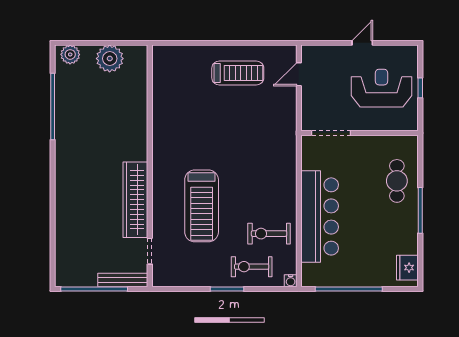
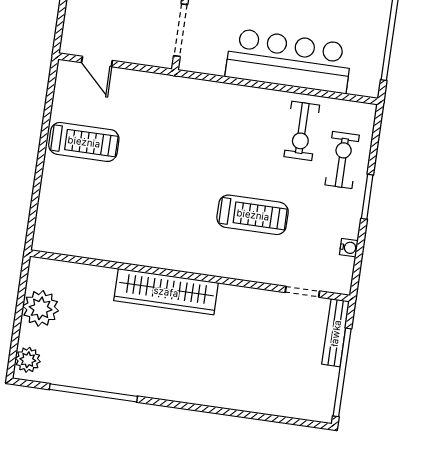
treadmill: (238, 73) -> (84, 142), turned 90
wardrobe: (135, 200) -> (166, 292), moved
treadmill: (202, 206) -> (253, 215), width x0.73, depth x0.73
exercise bike: (252, 267) -> (342, 160), turned 180
water cooler: (291, 281) -> (349, 248), moved

